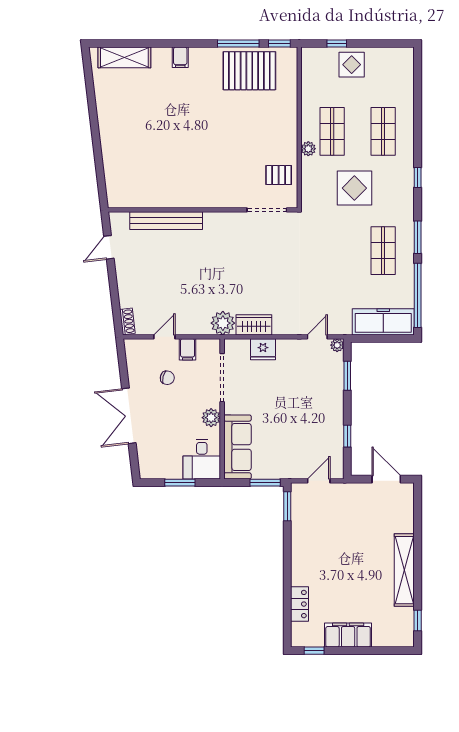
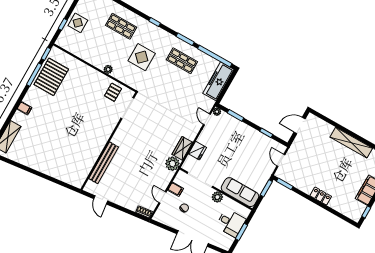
shop shelf: (332, 131) -> (106, 52), removed
desk: (202, 459) -> (231, 223), moved
locker: (299, 604) -> (321, 196), moved

